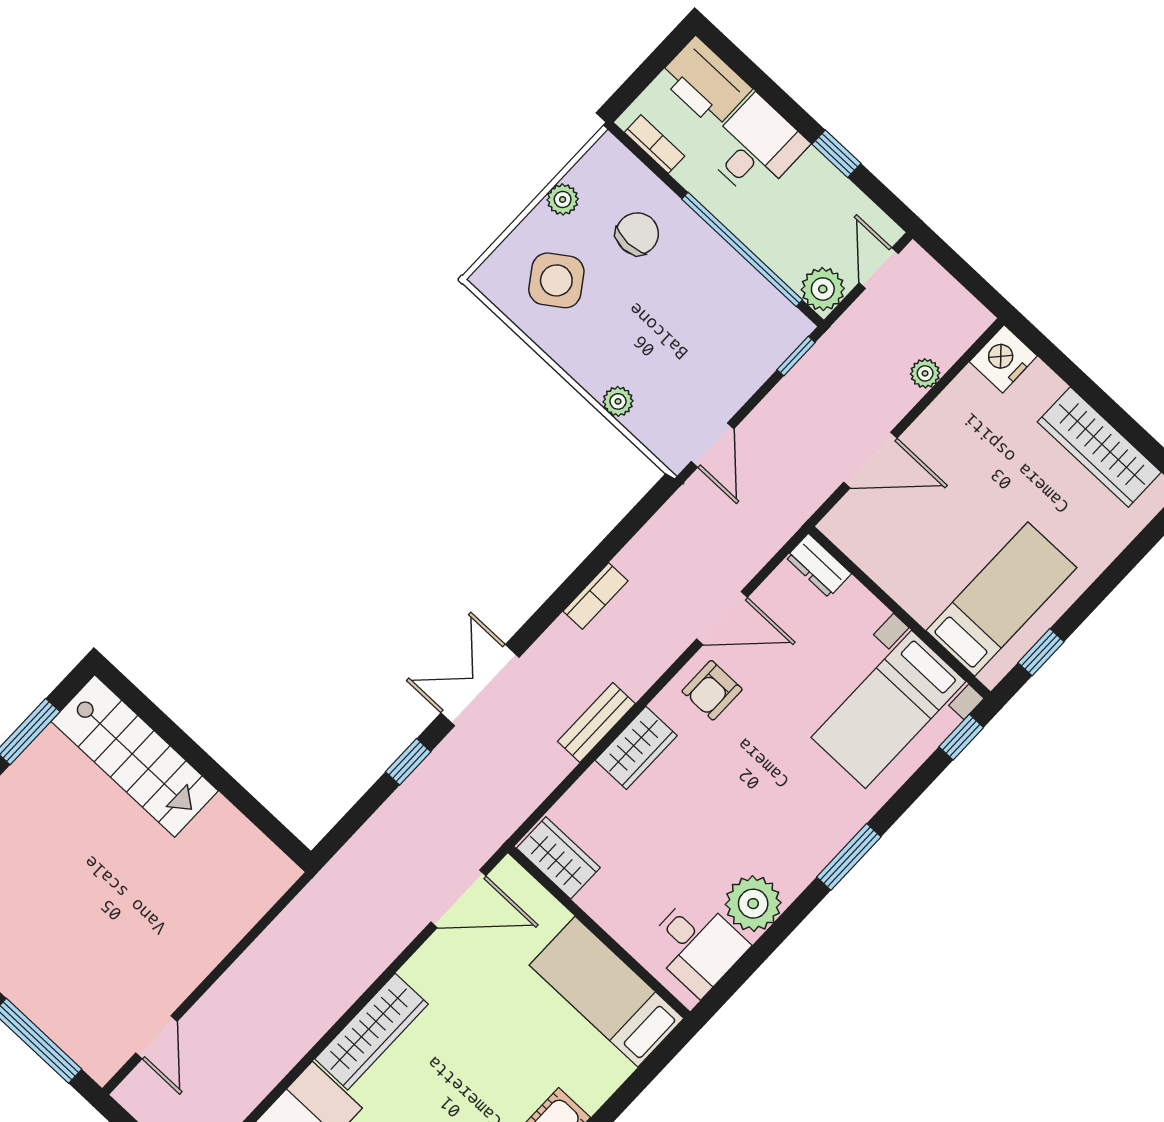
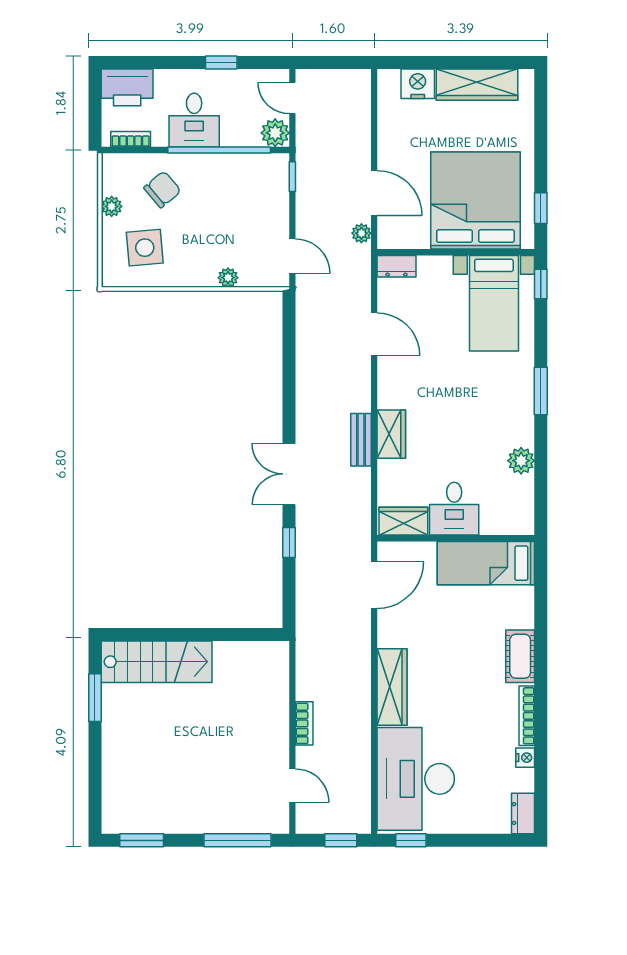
desk: (755, 148) -> (194, 120), moved, turned 180
chair: (637, 234) -> (162, 189), turned 50
side table: (556, 280) -> (145, 248), turned 30
nightstand: (1003, 359) -> (418, 84), moved, turned 90
plant: (925, 373) -> (361, 233), moved
door: (870, 460) -> (374, 193), hinge flipped
bookcase: (596, 596) -> (304, 723), moved
bed: (1001, 599) -> (475, 201), width x2.04
door: (722, 618) -> (374, 334), hinge flipped
armchair: (712, 690) -> (402, 373), removed
plant: (753, 904) -> (521, 461), width x0.73, depth x0.73
desk: (697, 945) -> (454, 509), moved, turned 90

